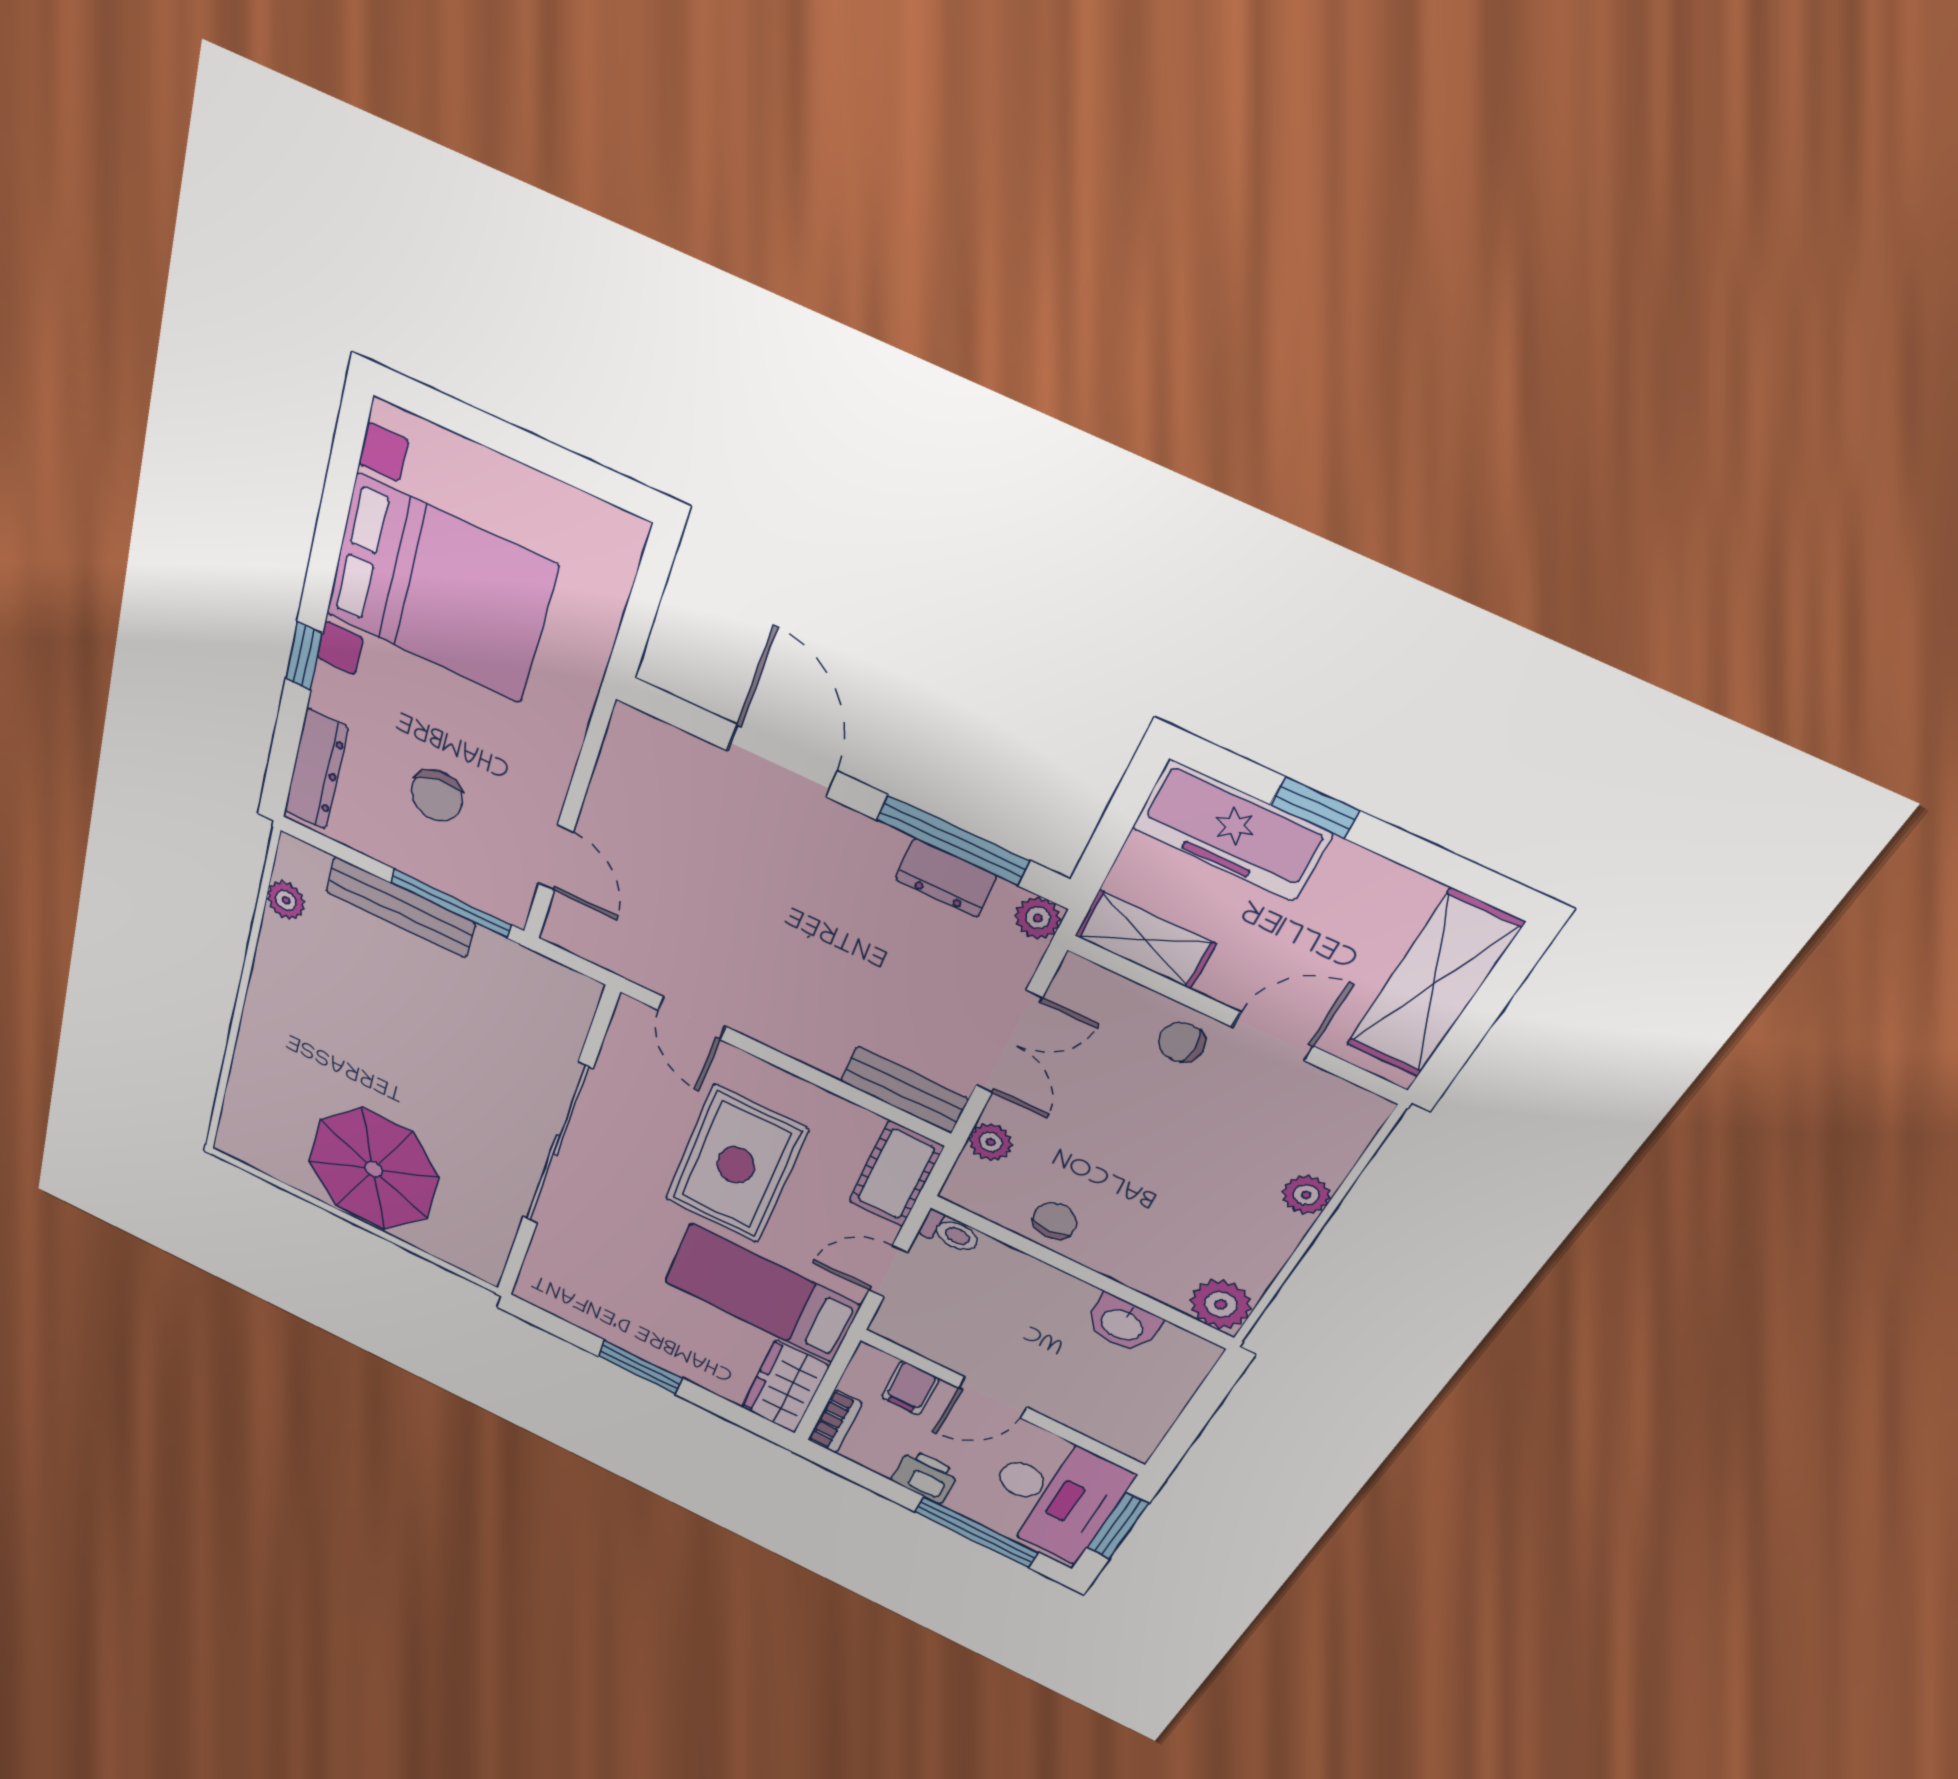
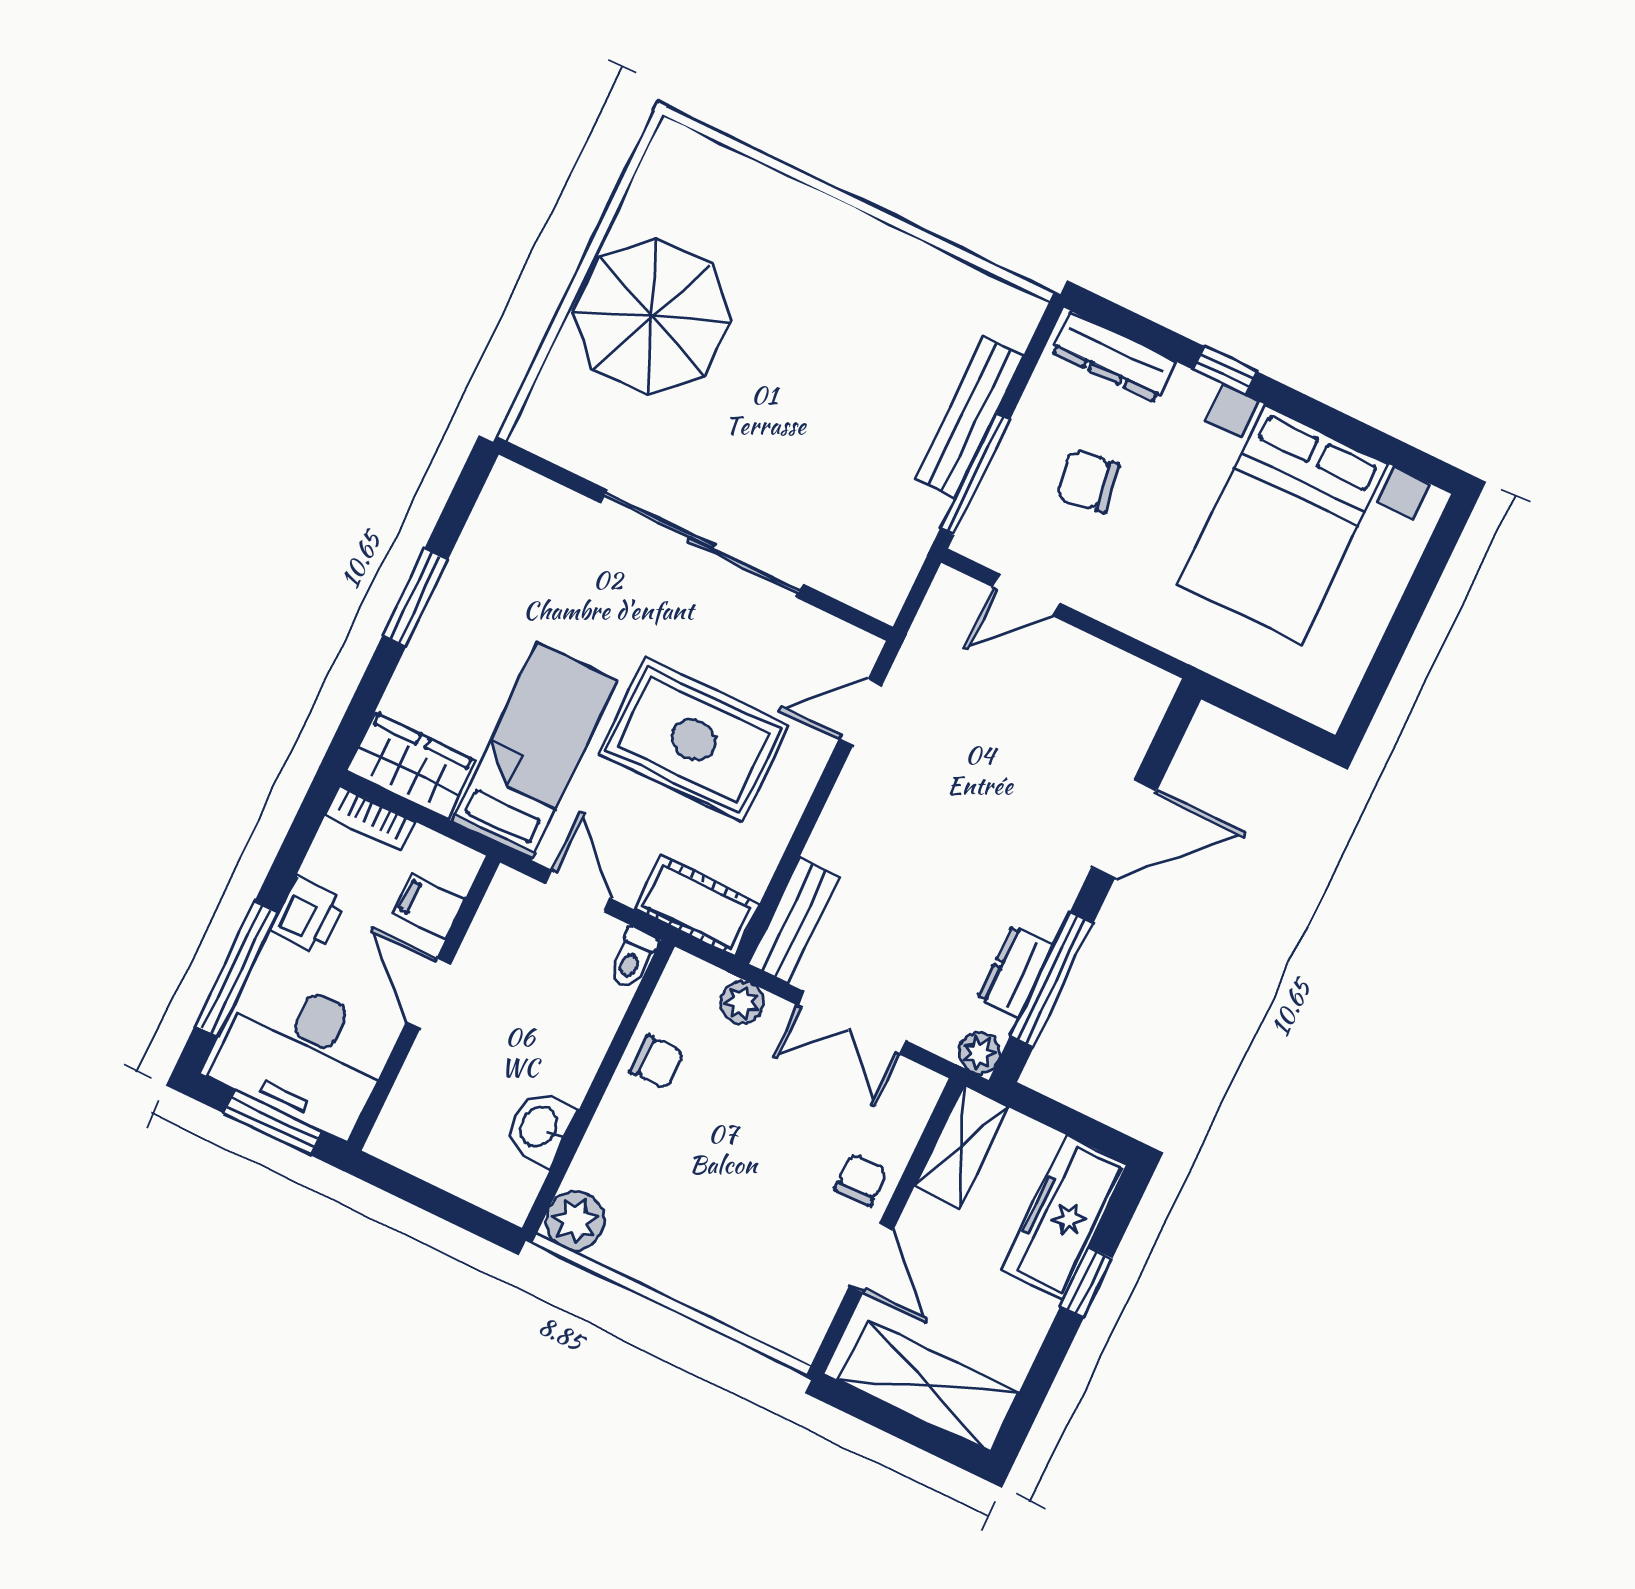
plant: (286, 900) -> (973, 288), removed
plant: (1306, 1195) -> (708, 1294), removed

